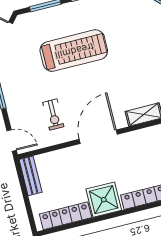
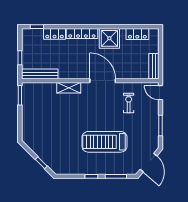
door: (98, 137) -> (103, 81), swing flipped
locker: (66, 216) -> (137, 34), width x0.66

